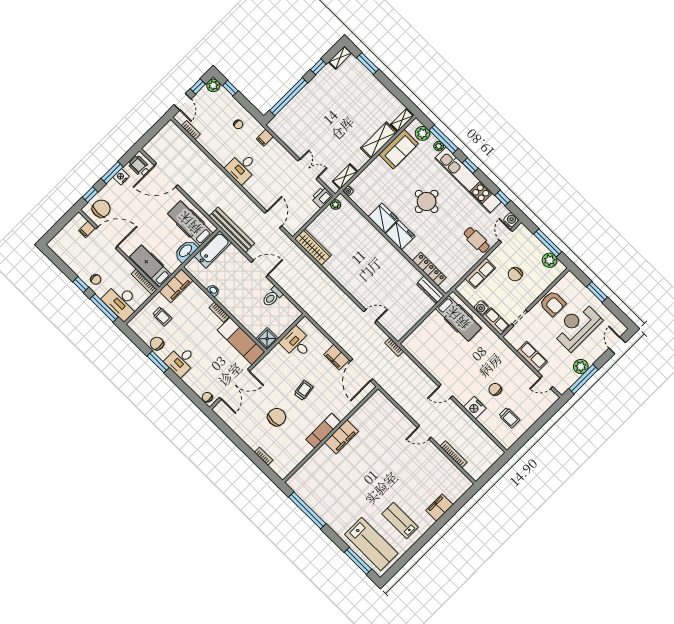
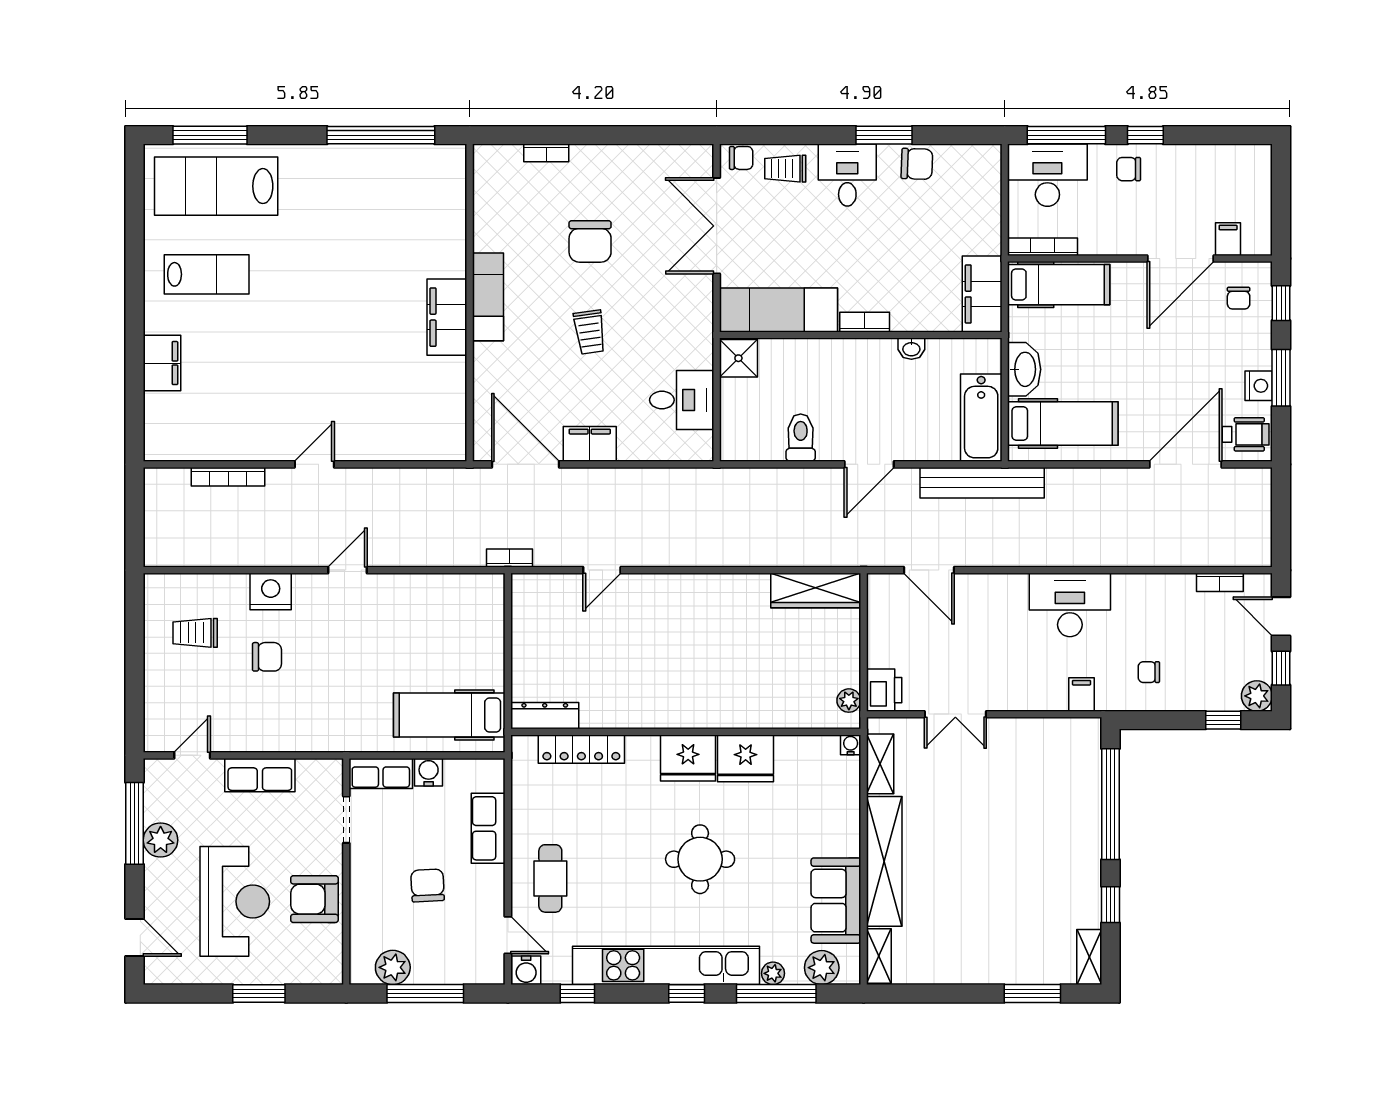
shelving: (379, 140) -> (884, 861), width x1.47
desk: (242, 168) -> (1070, 605), width x1.37
chair: (101, 209) -> (1239, 298), width x0.54, depth x0.54
cafe table: (477, 240) -> (550, 878), turned 90
trolley: (162, 316) -> (785, 169), moved

